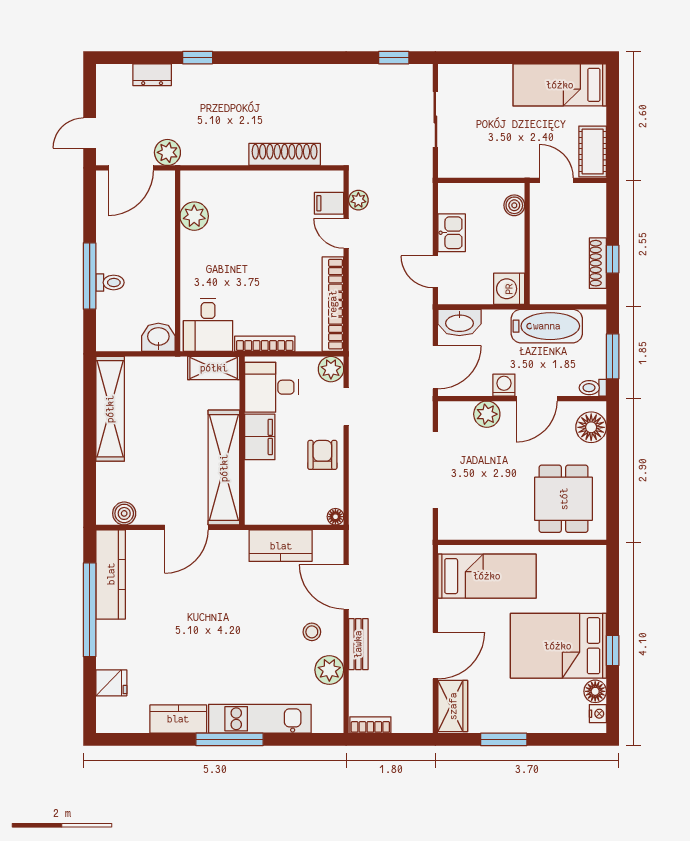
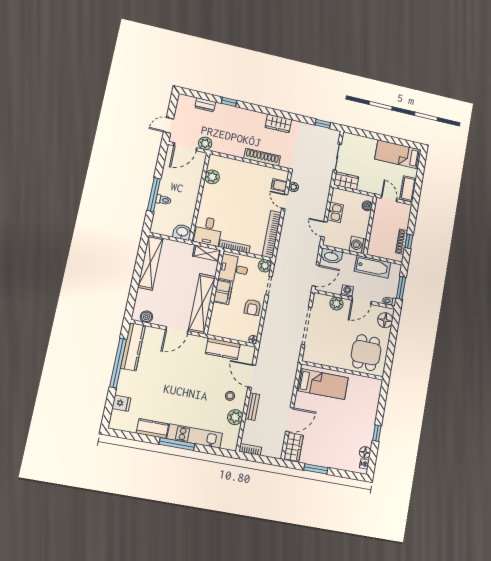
wardrobe: (304, 78) -> (278, 123), added
wardrobe: (462, 164) -> (346, 181), added
armchair: (322, 455) -> (252, 307), turned 180
bed: (558, 646) -> (351, 426), removed

